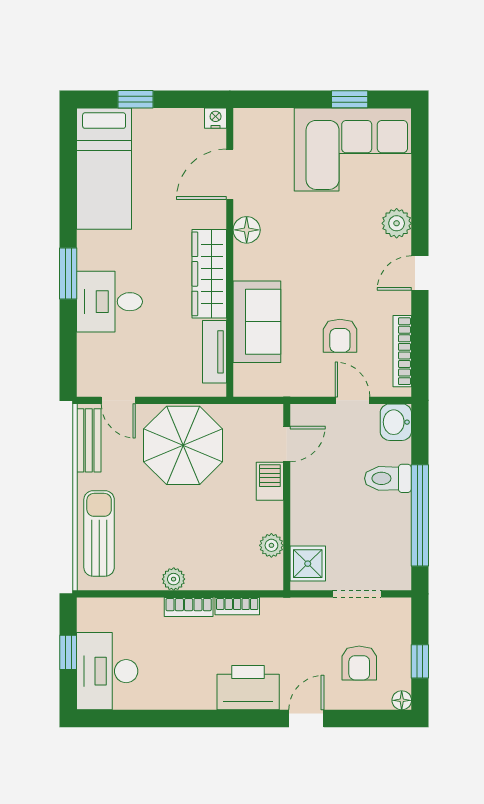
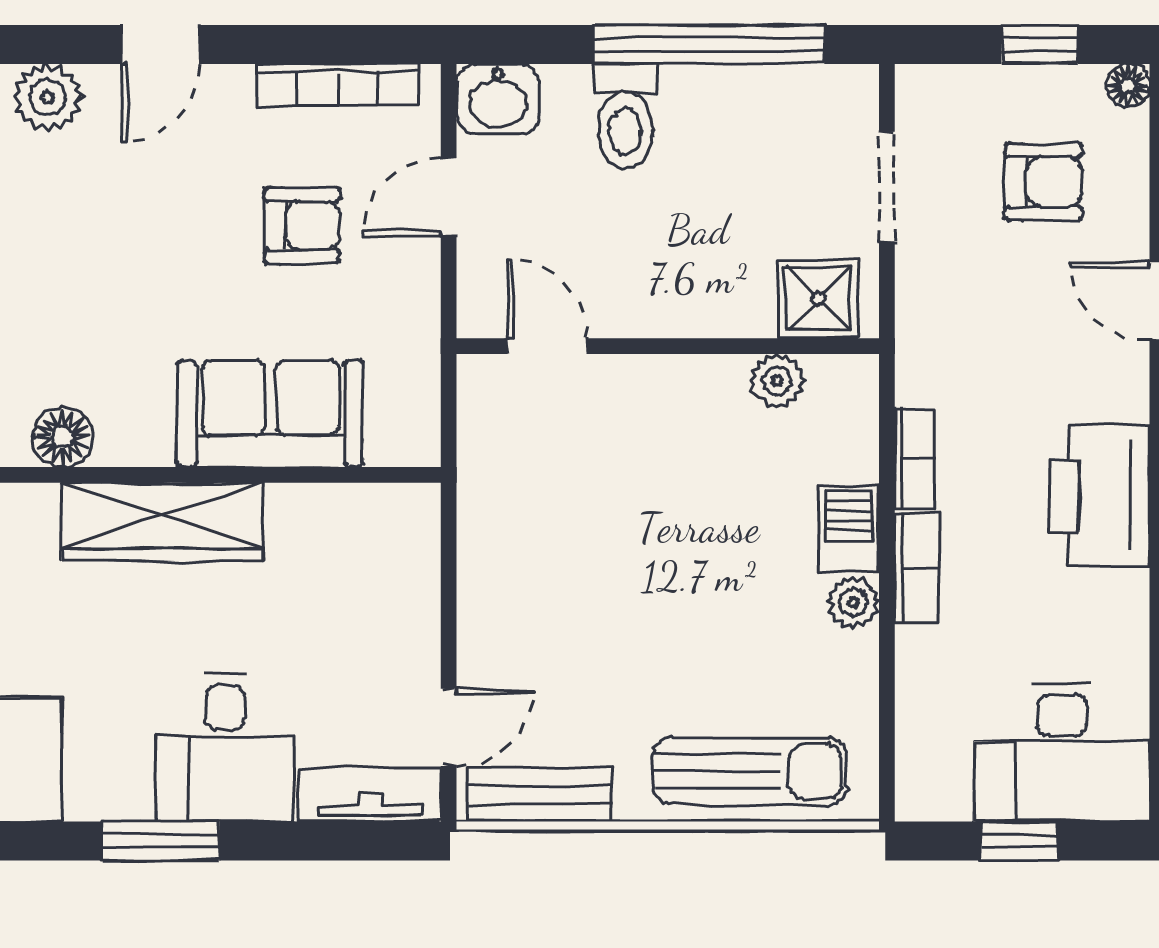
door: (420, 273) -> (160, 44), hinge flipped
tv unit: (214, 352) -> (370, 795), moved, turned 180
parasol: (183, 445) -> (551, 581), removed
barbecue: (270, 481) -> (848, 528), moved, turned 90
sun lounger: (99, 533) -> (750, 771), turned 180
printer: (248, 688) -> (1099, 496), moved

